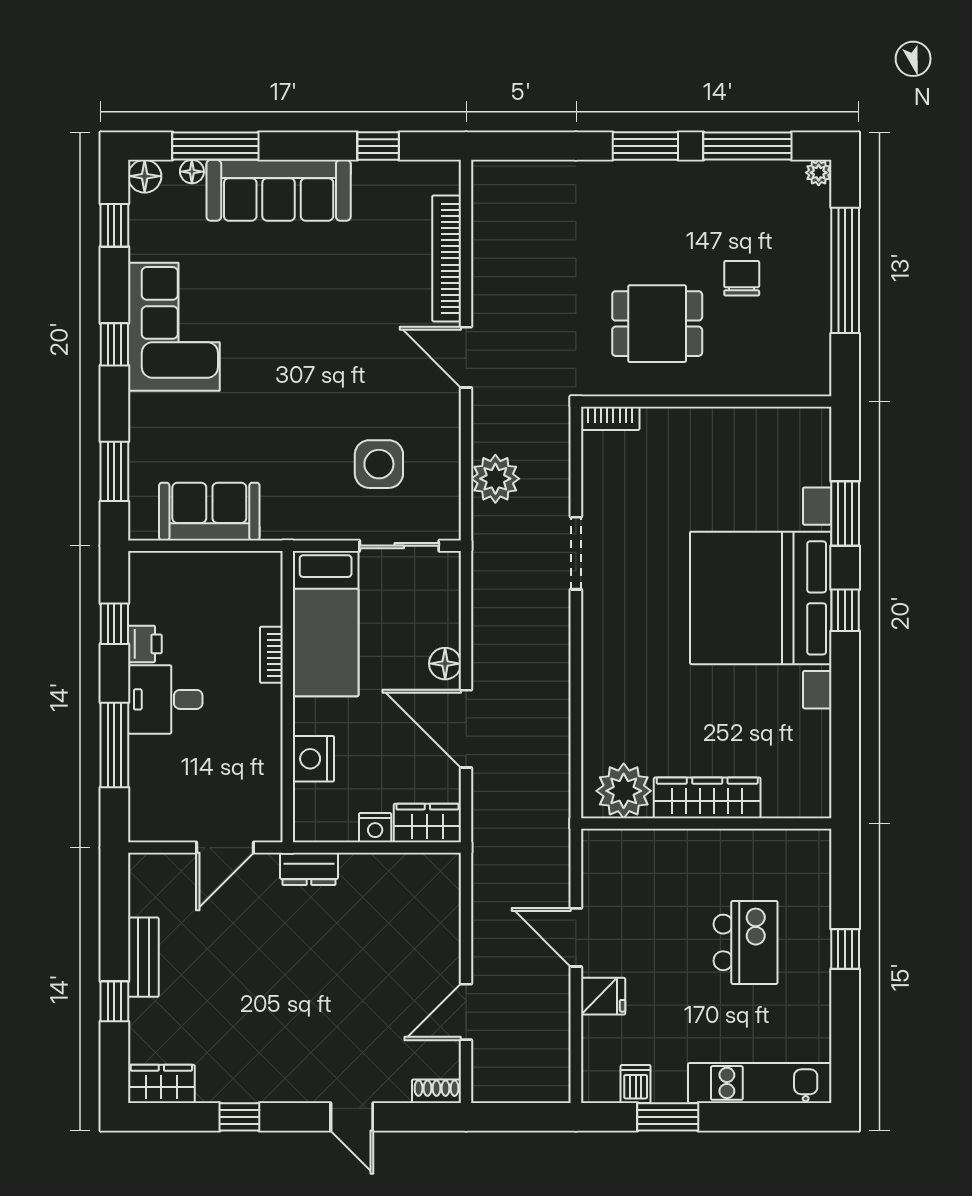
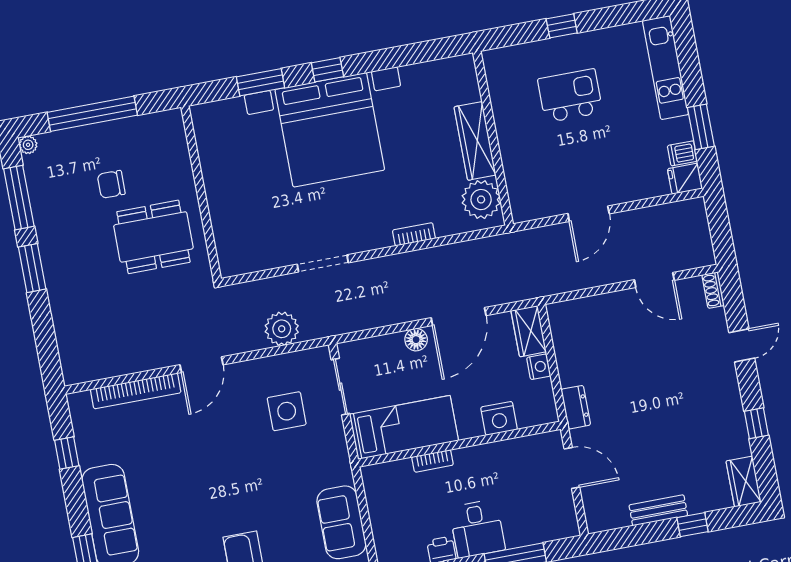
dining table: (657, 324) -> (153, 237), width x1.38
bookcase: (610, 418) -> (414, 234), moved, turned -90
fridge: (603, 996) -> (685, 179), moved, turned -90

